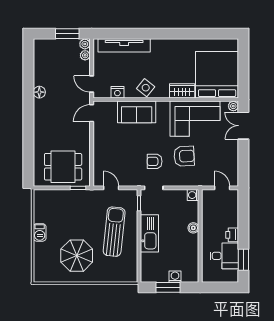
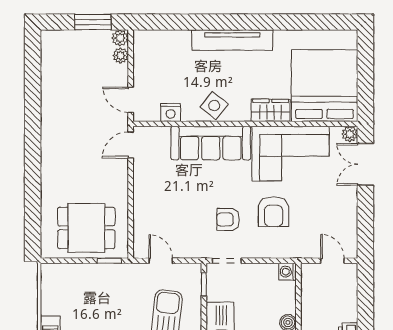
tv unit: (124, 45) -> (232, 40), moved
floor lamp: (39, 92) -> (50, 112), removed
sofa: (137, 112) -> (211, 143), width x1.36
armchair: (184, 156) -> (274, 212), turned 93

